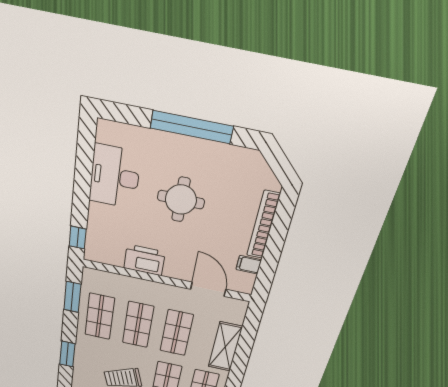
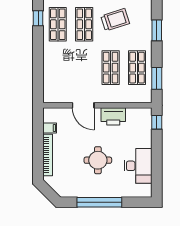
door: (208, 289) -> (83, 105), moved
shop shelf: (177, 333) -> (84, 68), removed
shelving: (225, 347) -> (50, 65), removed

